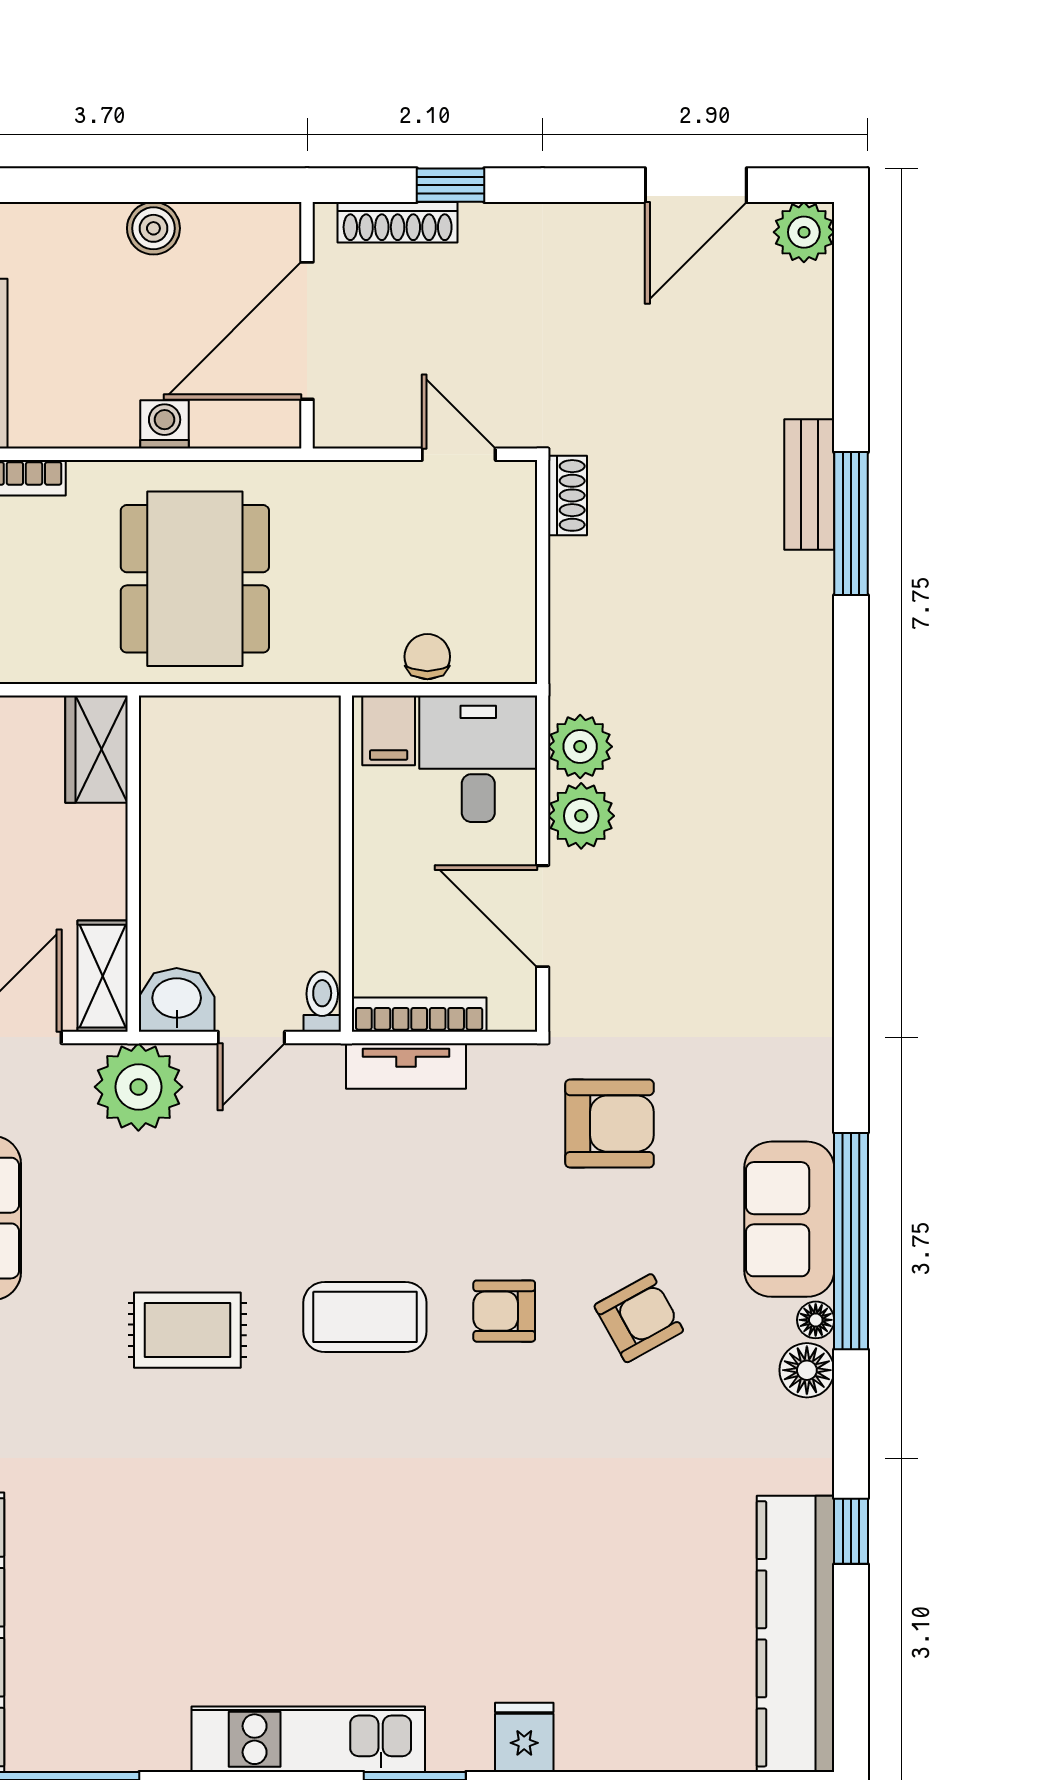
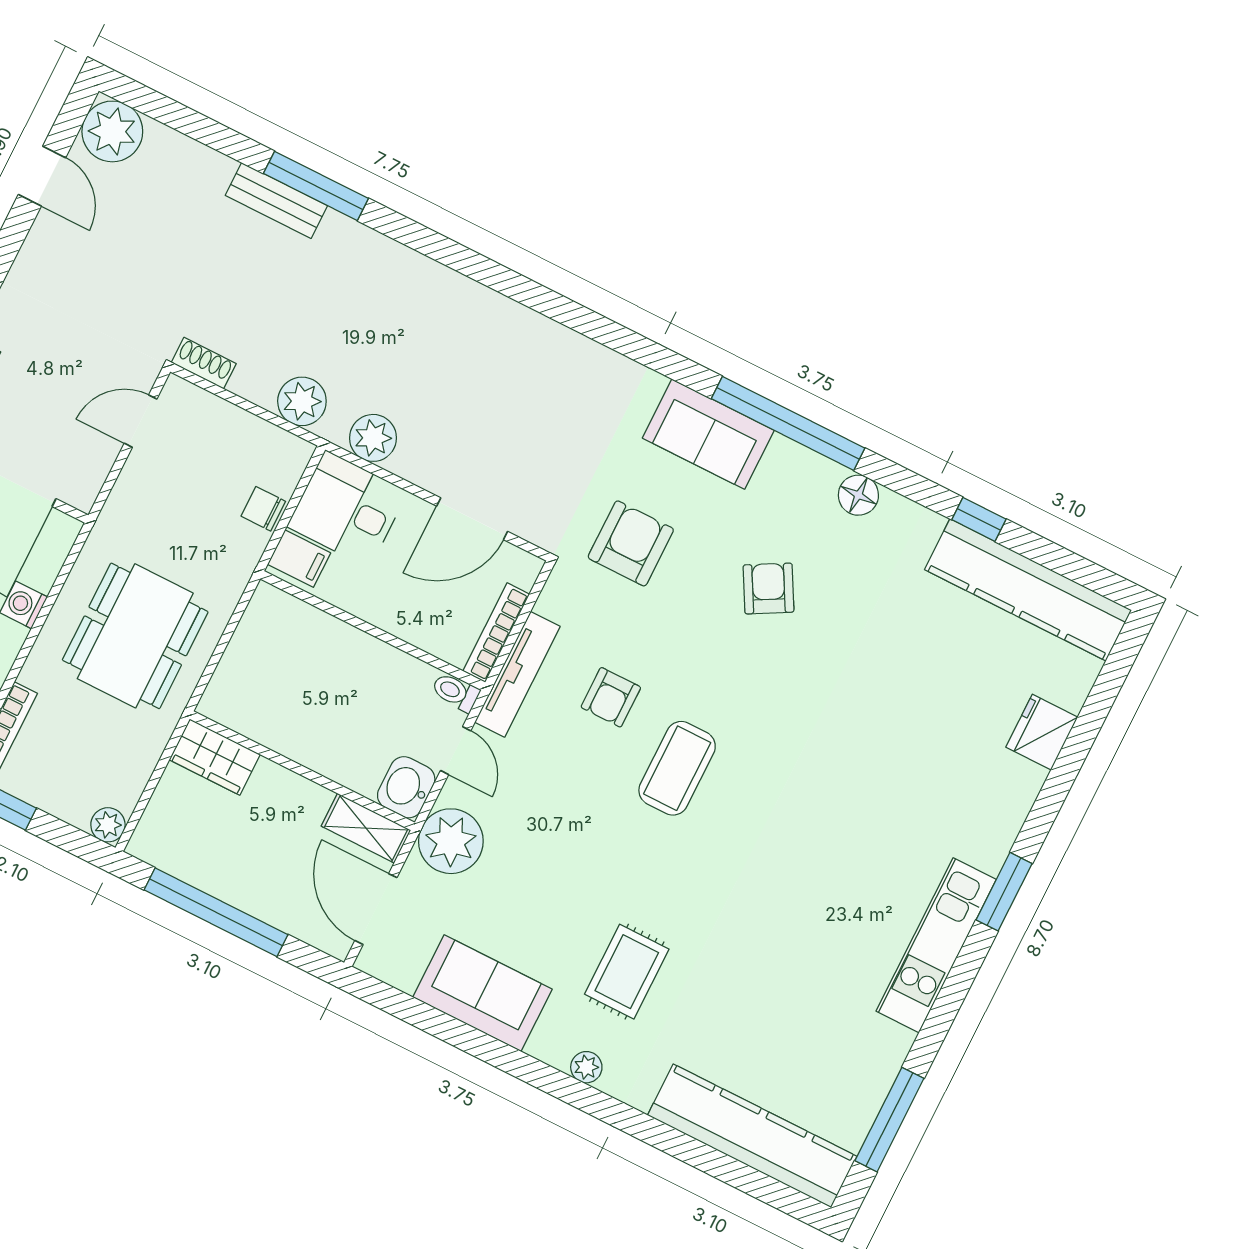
door: (696, 185) -> (42, 176), width x0.73
plant: (804, 232) -> (112, 131), width x1.36, depth x1.36
dining table: (195, 579) -> (135, 636), turned 90
plant: (581, 816) -> (302, 401), moved
tv unit: (406, 1066) -> (517, 674), width x1.41
sofa: (789, 1219) -> (708, 434), moved
armchair: (504, 1311) -> (611, 697), moved
floor lamp: (816, 1320) -> (828, 473), removed
rug: (187, 1330) -> (627, 972), moved
fridge: (524, 1737) -> (1042, 732), moved, width x1.38

